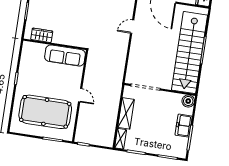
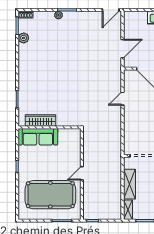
wardrobe: (42, 35) -> (41, 121), width x1.50
sofa: (65, 56) -> (38, 137), moved
door: (80, 95) -> (82, 173), swing flipped

